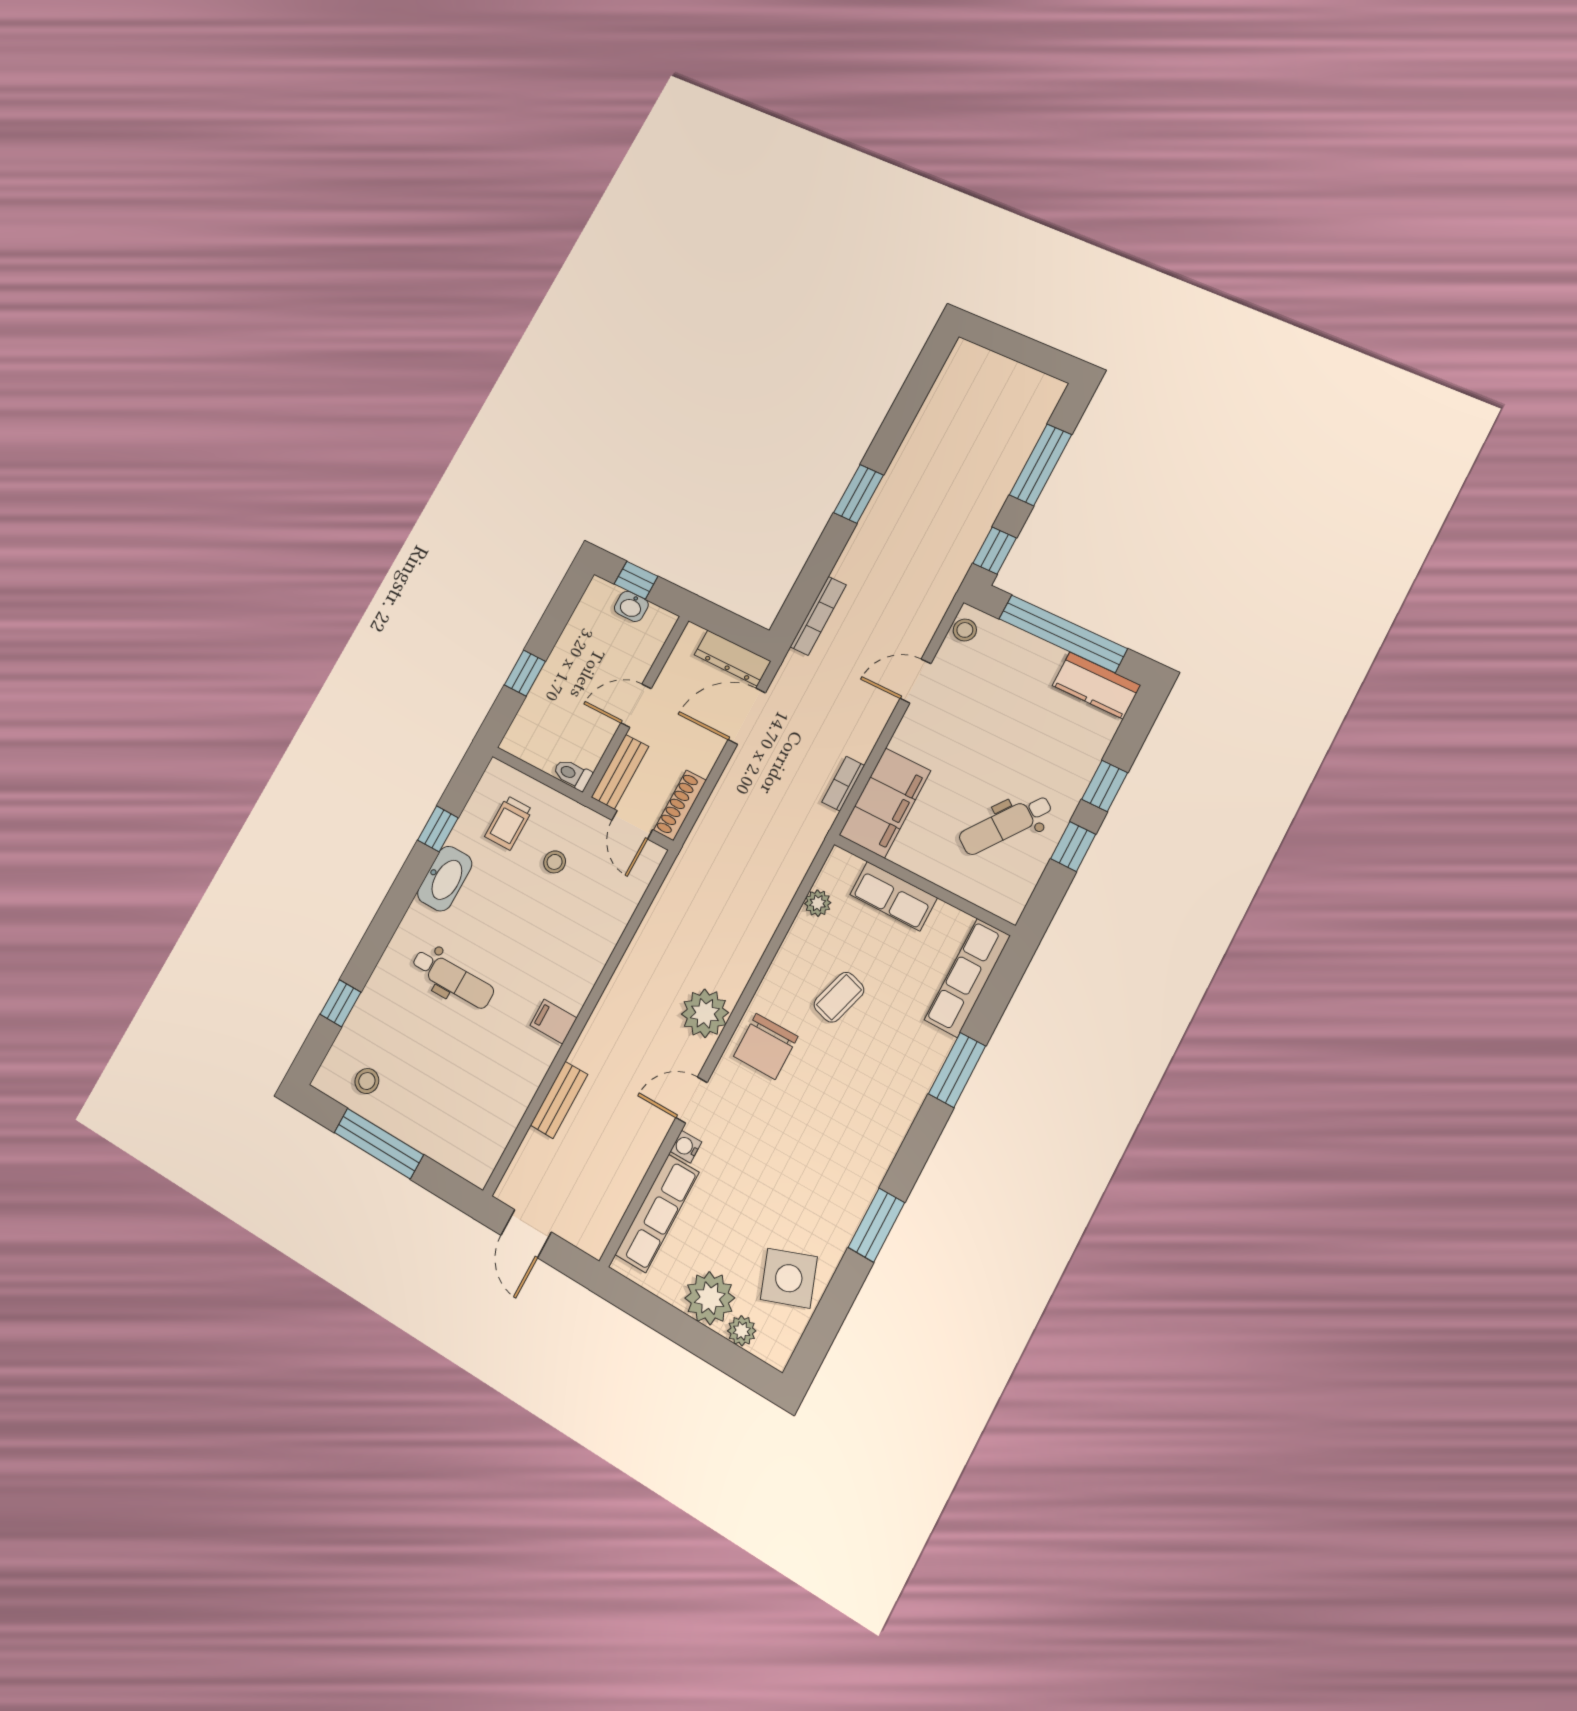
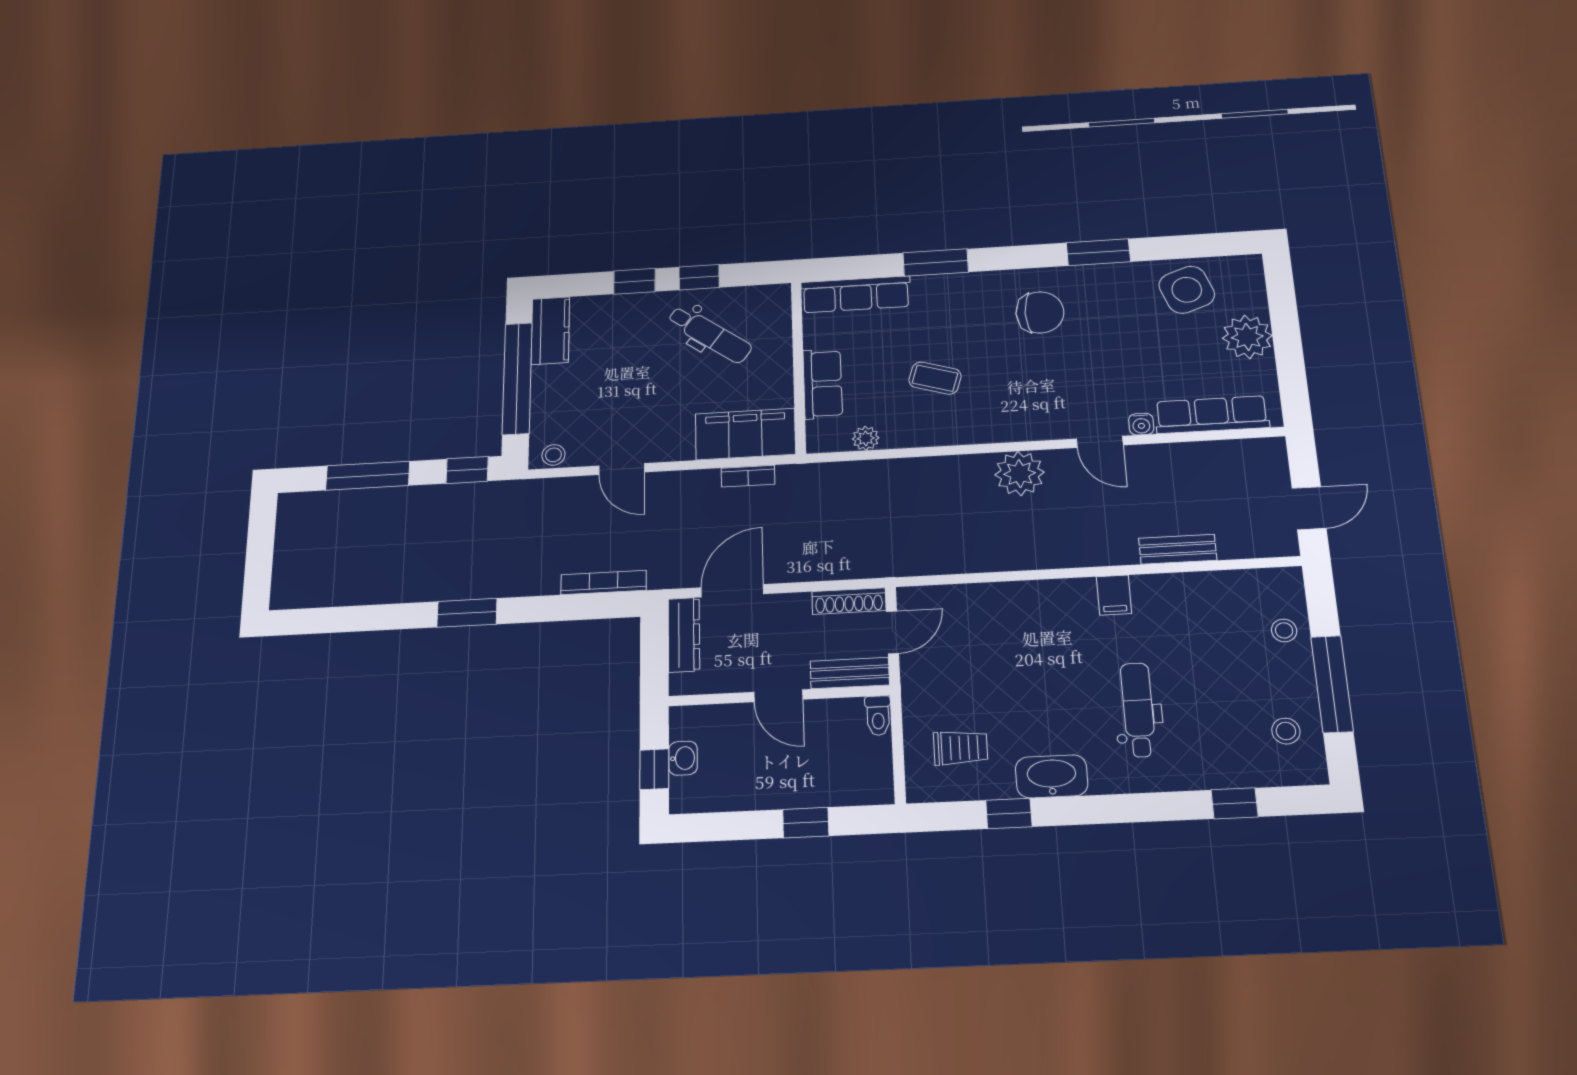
door: (747, 716) -> (732, 591), swing flipped
stool: (555, 862) -> (1284, 630), moved
chair: (766, 1046) -> (1040, 312), moved
plant: (742, 1331) -> (1254, 300), removed

